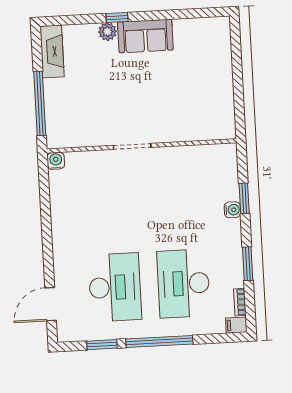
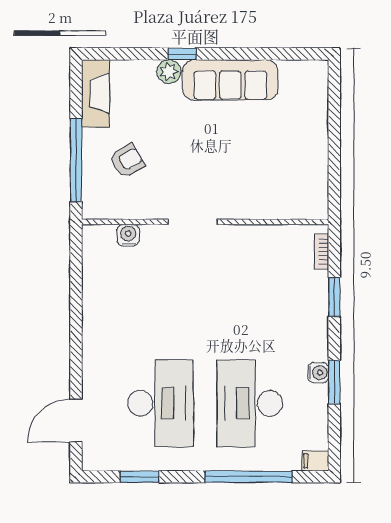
sofa: (145, 36) -> (230, 80), width x1.36
armchair: (79, 102) -> (127, 161), added
water cooler: (56, 161) -> (128, 235), moved
water cooler: (232, 210) -> (318, 373), moved
bookcase: (240, 302) -> (321, 252), moved
window: (159, 341) -> (249, 477), moved

